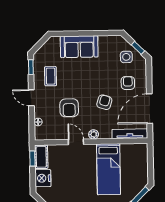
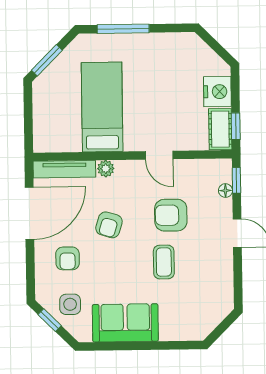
sofa: (79, 47) -> (125, 323), moved
window: (31, 67) -> (236, 180), moved
coffee table: (51, 76) -> (164, 262), moved
armchair: (69, 108) -> (171, 215), turned -90
plant: (94, 134) -> (106, 169), moved

